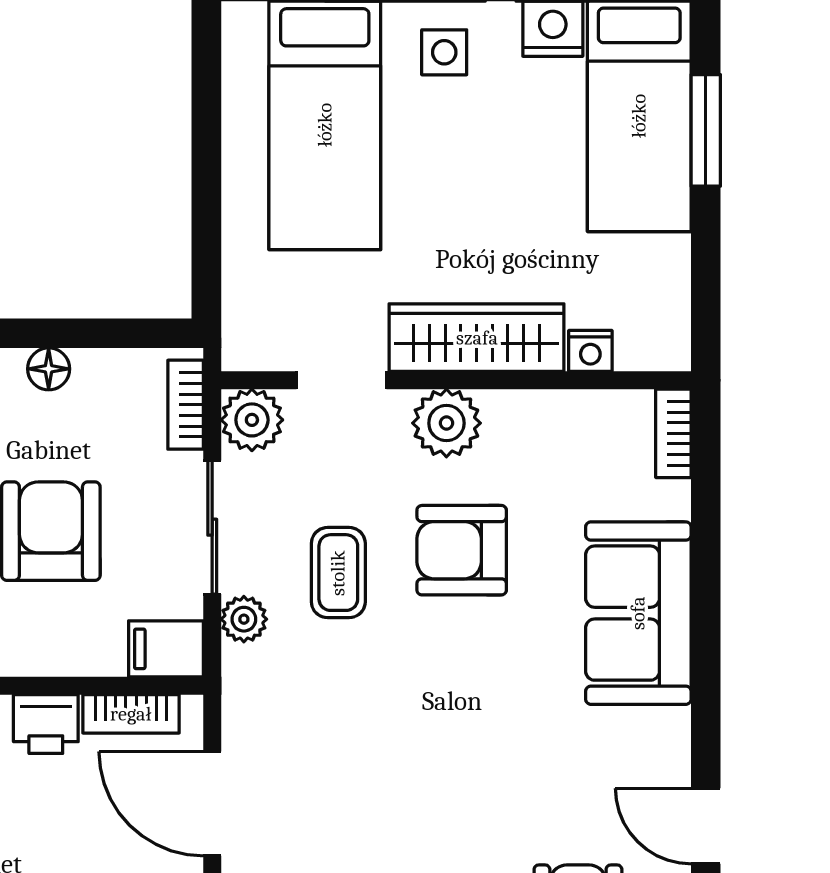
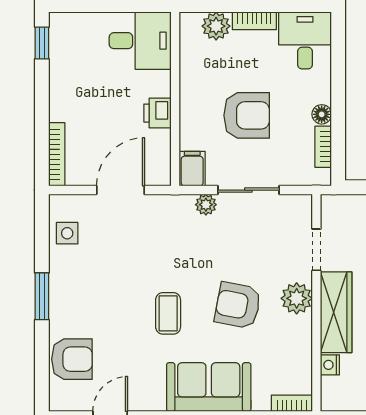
bookcase: (186, 405) -> (323, 147), moved, turned -90
plant: (252, 420) -> (298, 208), removed
armchair: (462, 550) -> (238, 305), turned -79
coffee table: (338, 573) -> (168, 313), moved, turned 90
bookcase: (131, 714) -> (162, 152), removed

